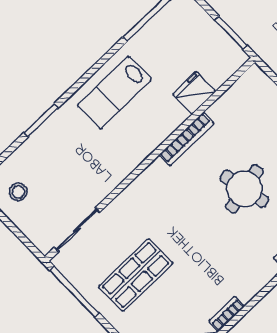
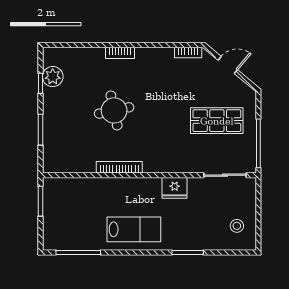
fridge: (194, 93) -> (175, 188), moved

